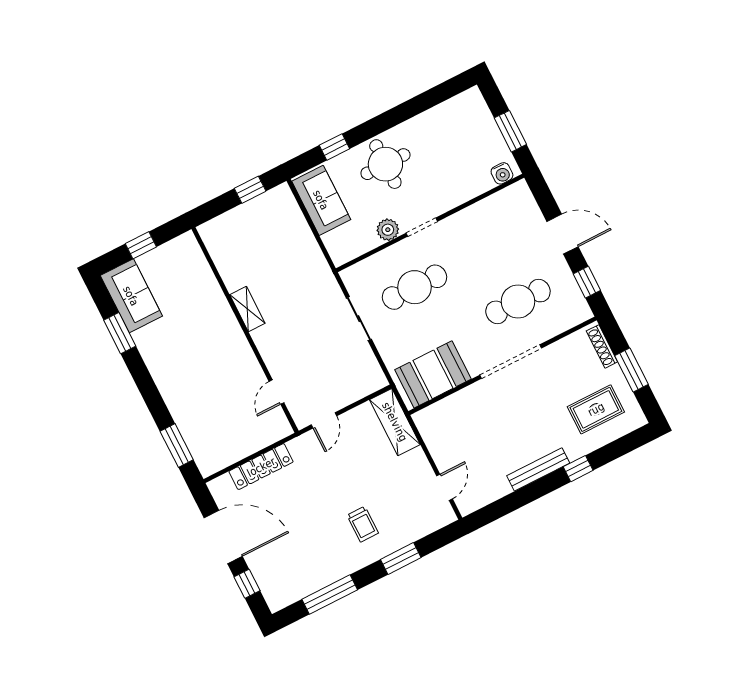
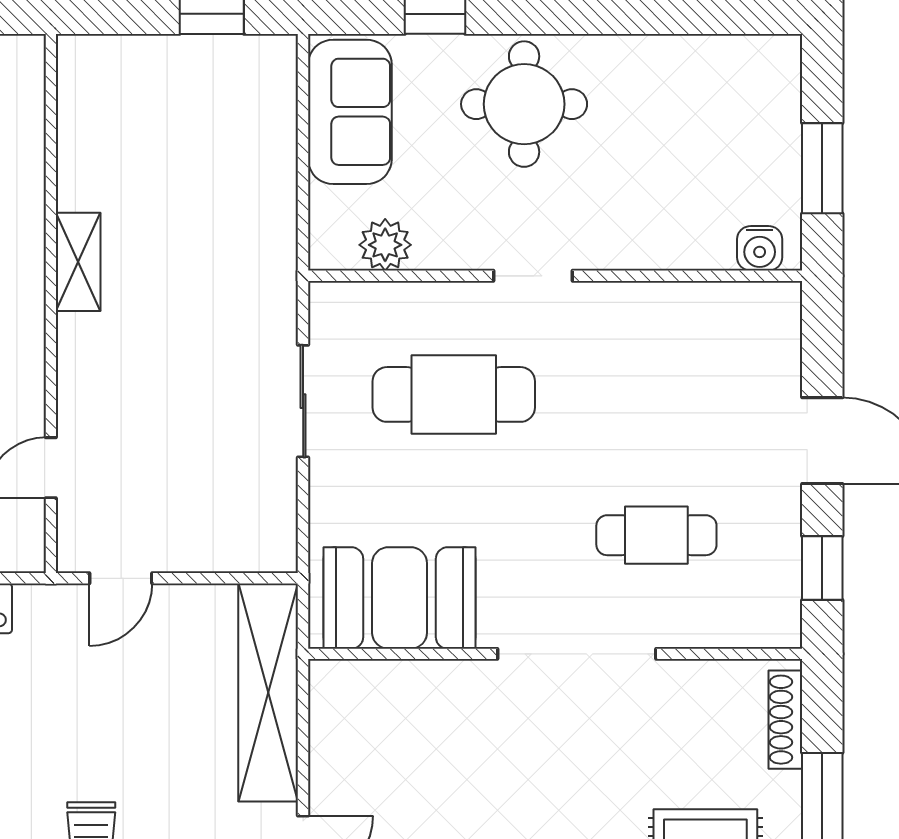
plant: (388, 230) -> (385, 245), moved
cafe table: (518, 301) -> (656, 535), width x0.73, depth x0.74
shelving: (395, 422) -> (268, 693), width x1.47

